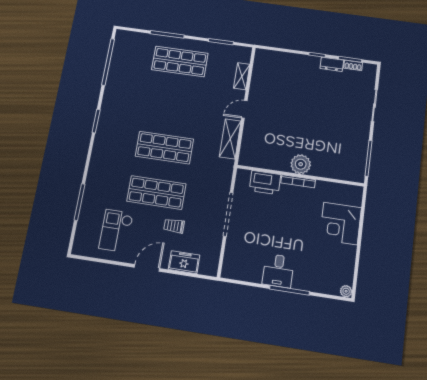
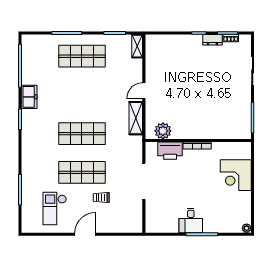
shelving: (242, 76) -> (137, 46), moved
plant: (301, 164) -> (163, 131), moved
freezer: (184, 262) -> (29, 97), moved, turned 90

